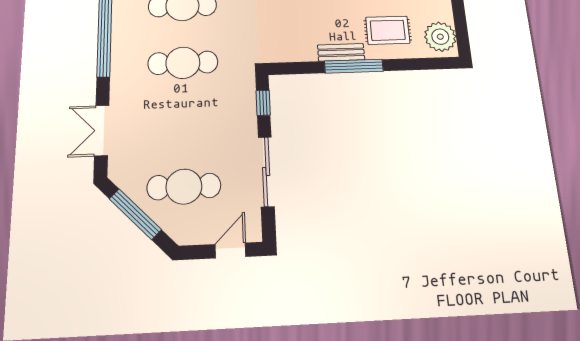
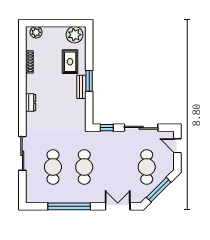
window: (354, 66) -> (89, 81), width x0.69
double door: (102, 130) -> (118, 206), swing flipped

